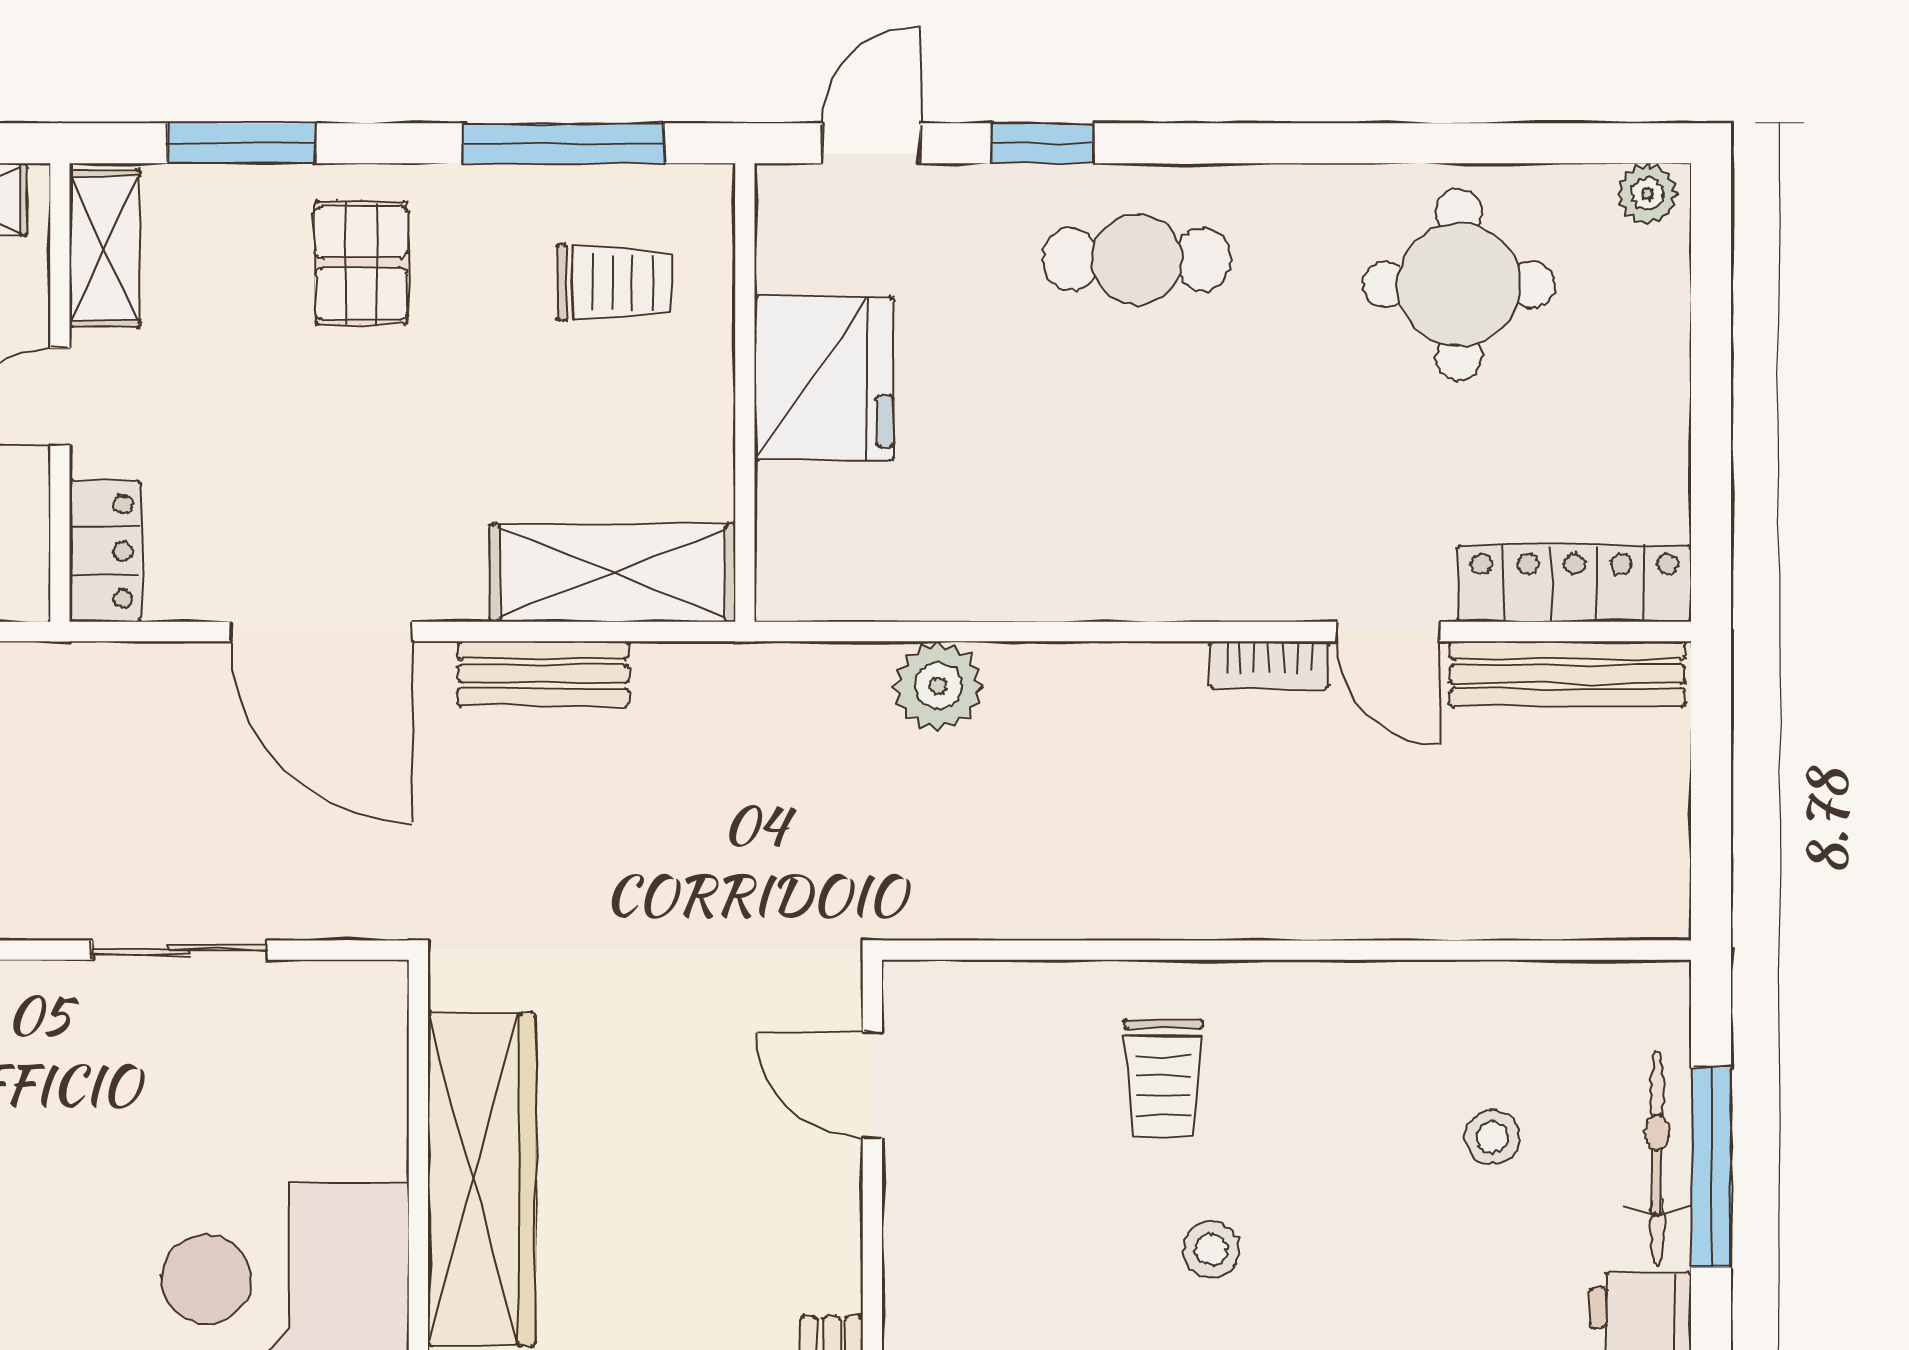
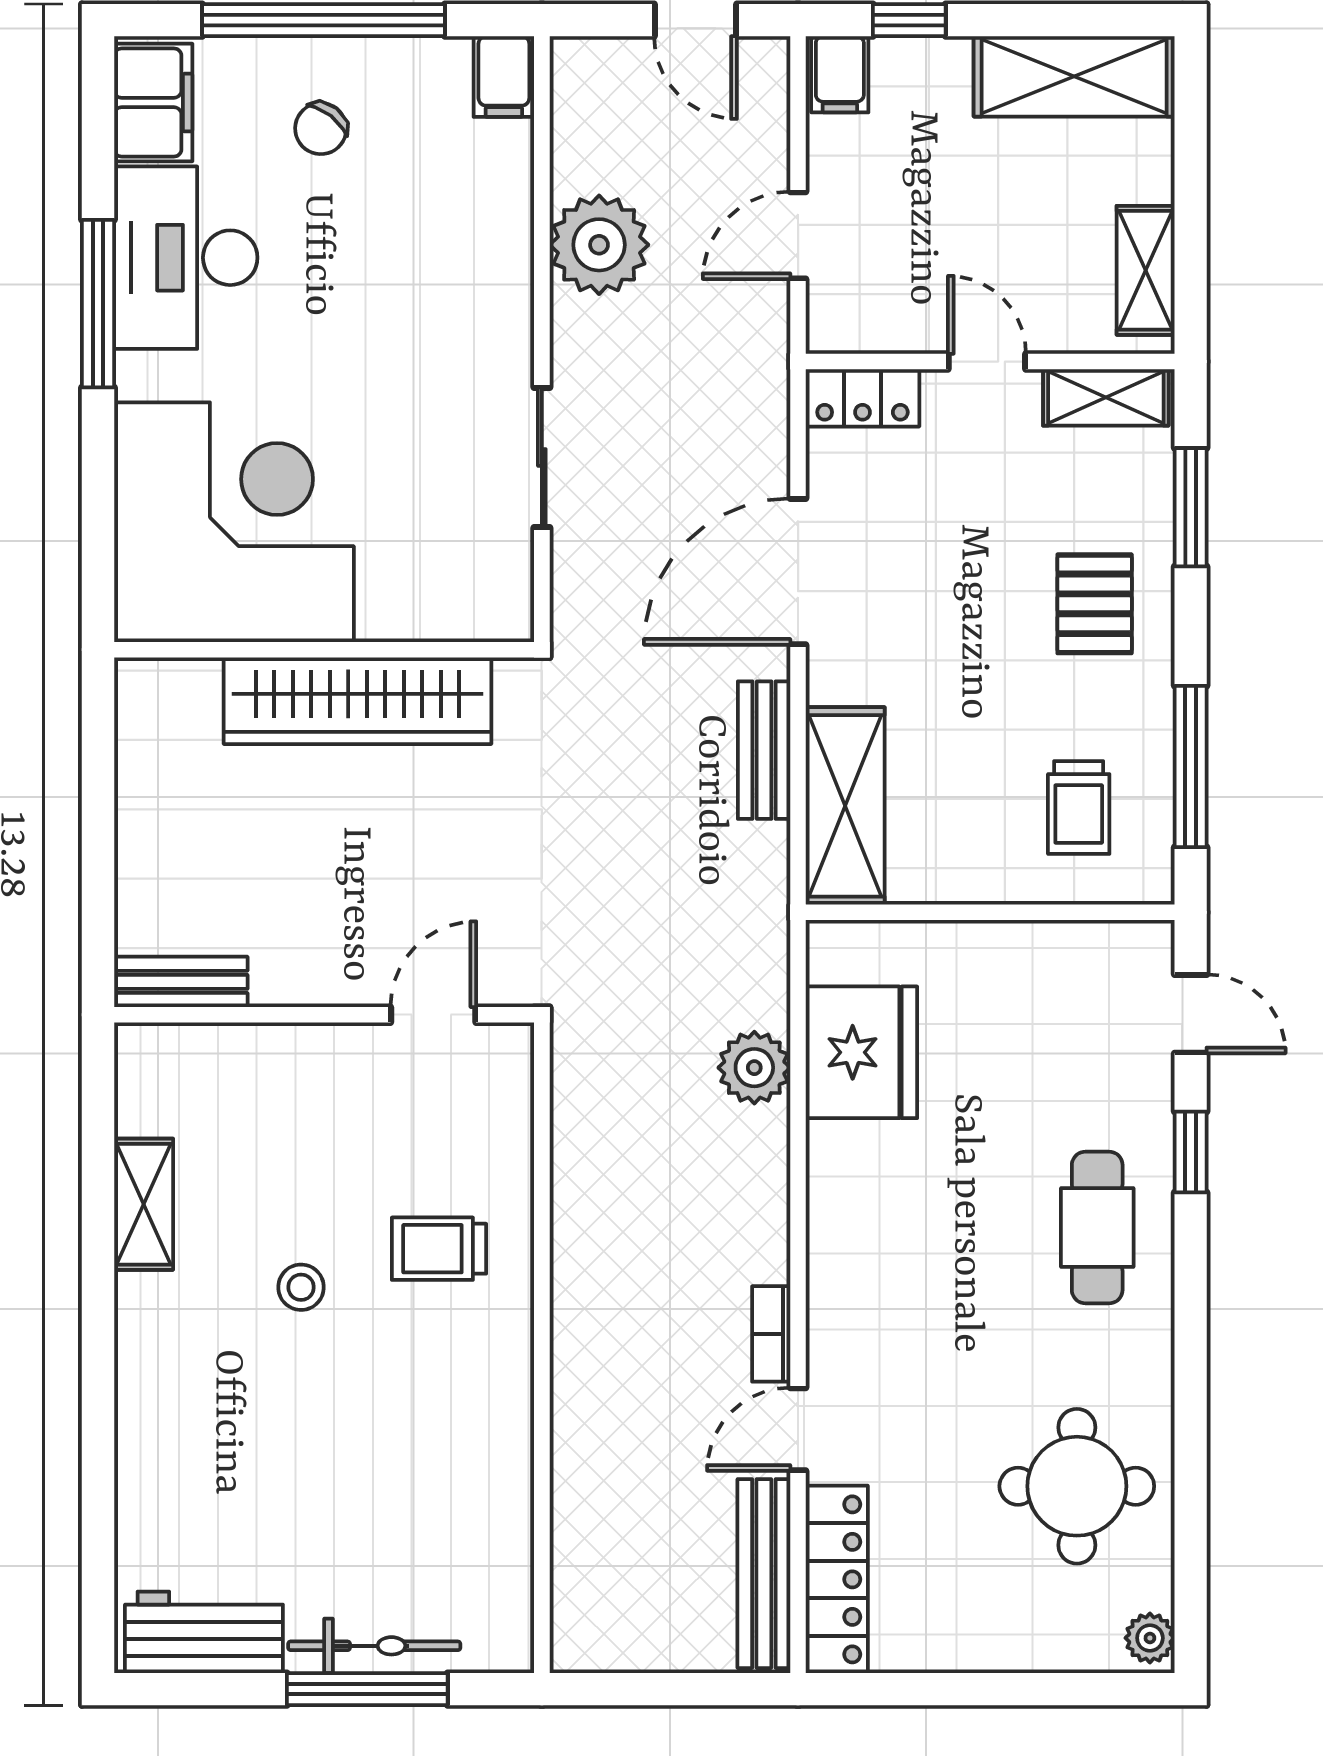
pallet: (361, 263) -> (1095, 604), turned 90
fridge: (824, 379) -> (861, 1052), moved, turned -90
stool: (1492, 1137) -> (392, 1513), removed

